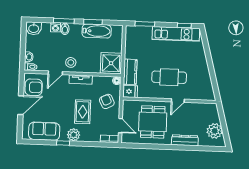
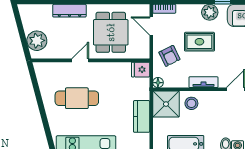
stool: (71, 62) -> (191, 103), moved
kitchen counter: (130, 72) -> (142, 116), moved
cafe table: (169, 77) -> (77, 98), moved
rug: (83, 112) -> (199, 42), turned 90
plant: (215, 131) -> (37, 41), moved

